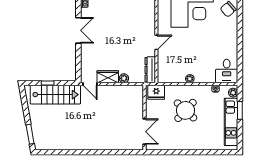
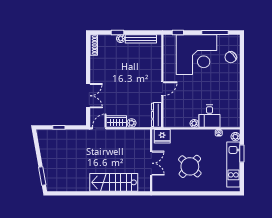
double door: (78, 30) -> (88, 96), moved
desk: (227, 71) -> (210, 116), moved
door: (90, 84) -> (99, 128), swing flipped
stairs: (55, 95) -> (114, 182), moved, turned 180
round table: (186, 110) -> (190, 166), moved
double door: (144, 132) -> (151, 163), moved

